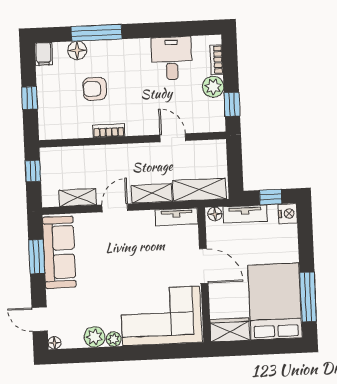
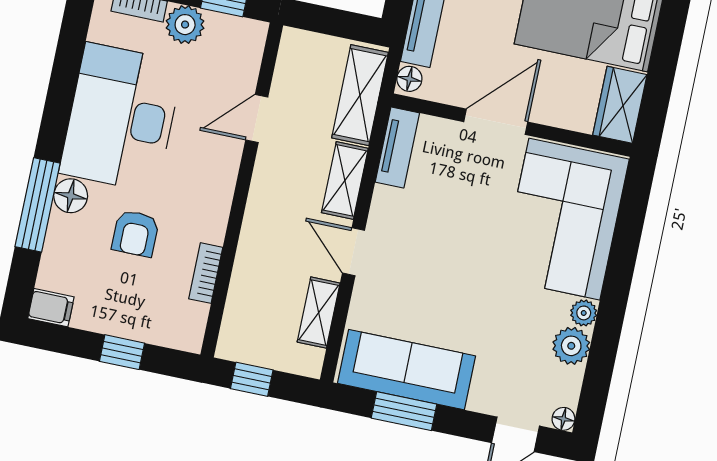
floor lamp: (77, 50) -> (71, 196), moved
desk: (172, 58) -> (121, 118), width x1.87, depth x1.30
bookcase: (109, 131) -> (206, 273), moved

